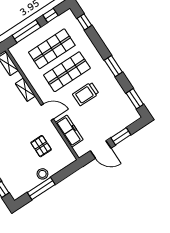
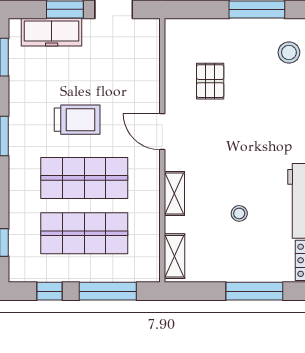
freezer: (69, 131) -> (52, 32), moved, turned -90
stool: (42, 174) -> (289, 52), moved

